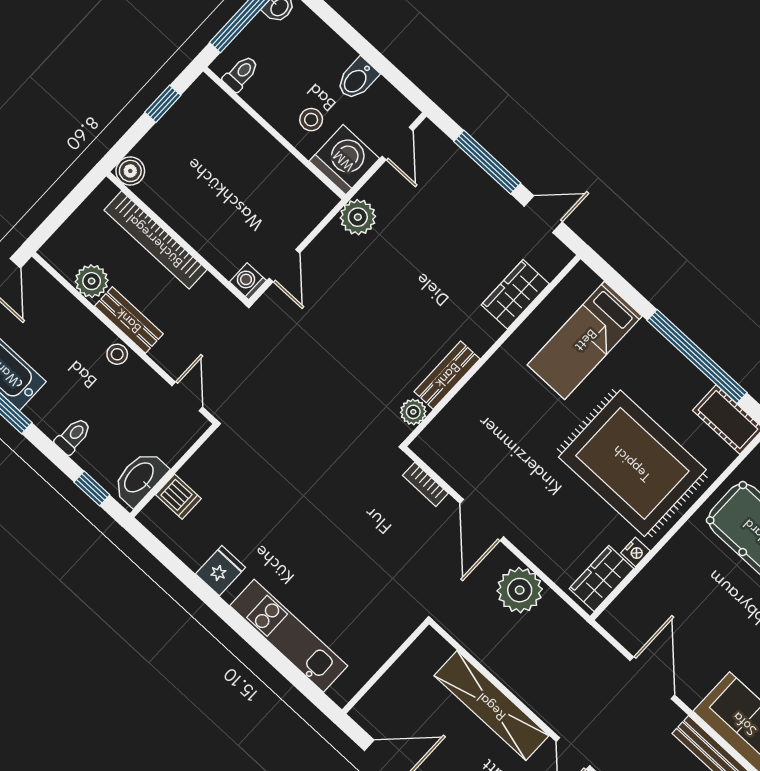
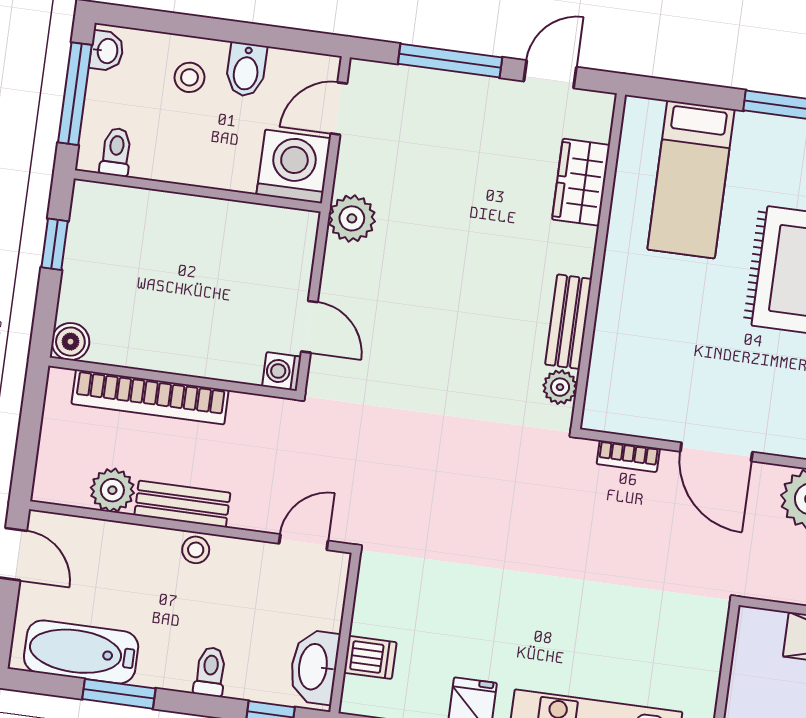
stool: (311, 120) -> (189, 77), moved
door: (398, 144) -> (339, 109), swing flipped
door: (187, 396) -> (304, 542), hinge flipped

